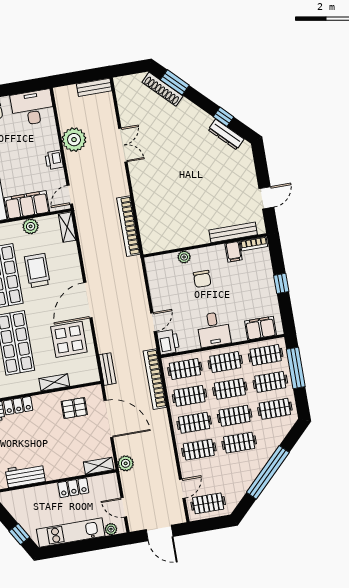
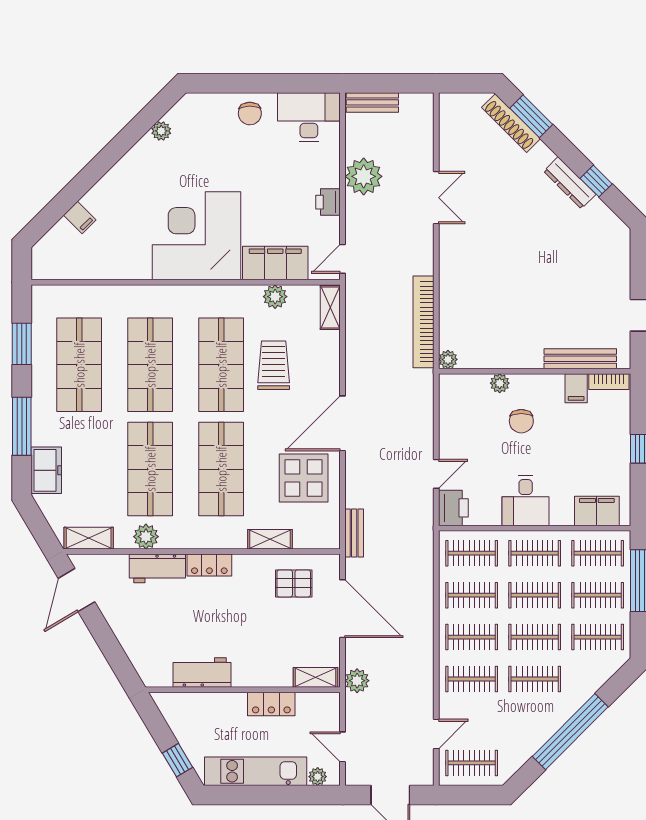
bench: (94, 87) -> (372, 102), moved
dresser: (226, 134) -> (570, 183), moved
plant: (148, 248) -> (448, 359), added
bookcase: (155, 379) -> (424, 561), removed

